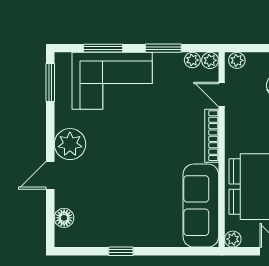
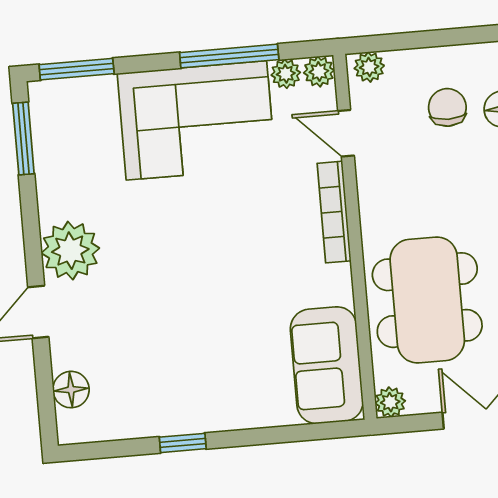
window: (103, 48) -> (77, 69), moved
window: (163, 48) -> (229, 56), width x1.44
corner sofa: (112, 81) -> (196, 120), moved
sofa: (201, 206) -> (327, 365), width x0.73

